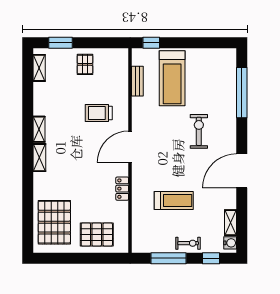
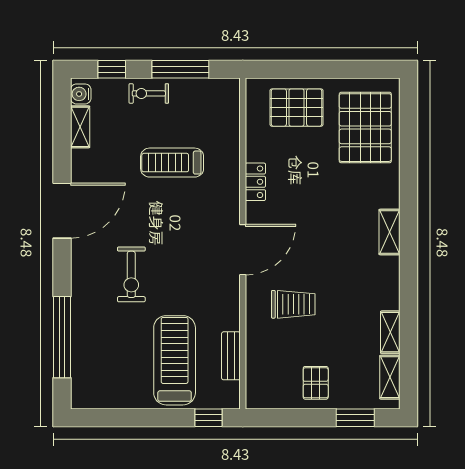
shelving: (39, 129) -> (390, 332), moved

